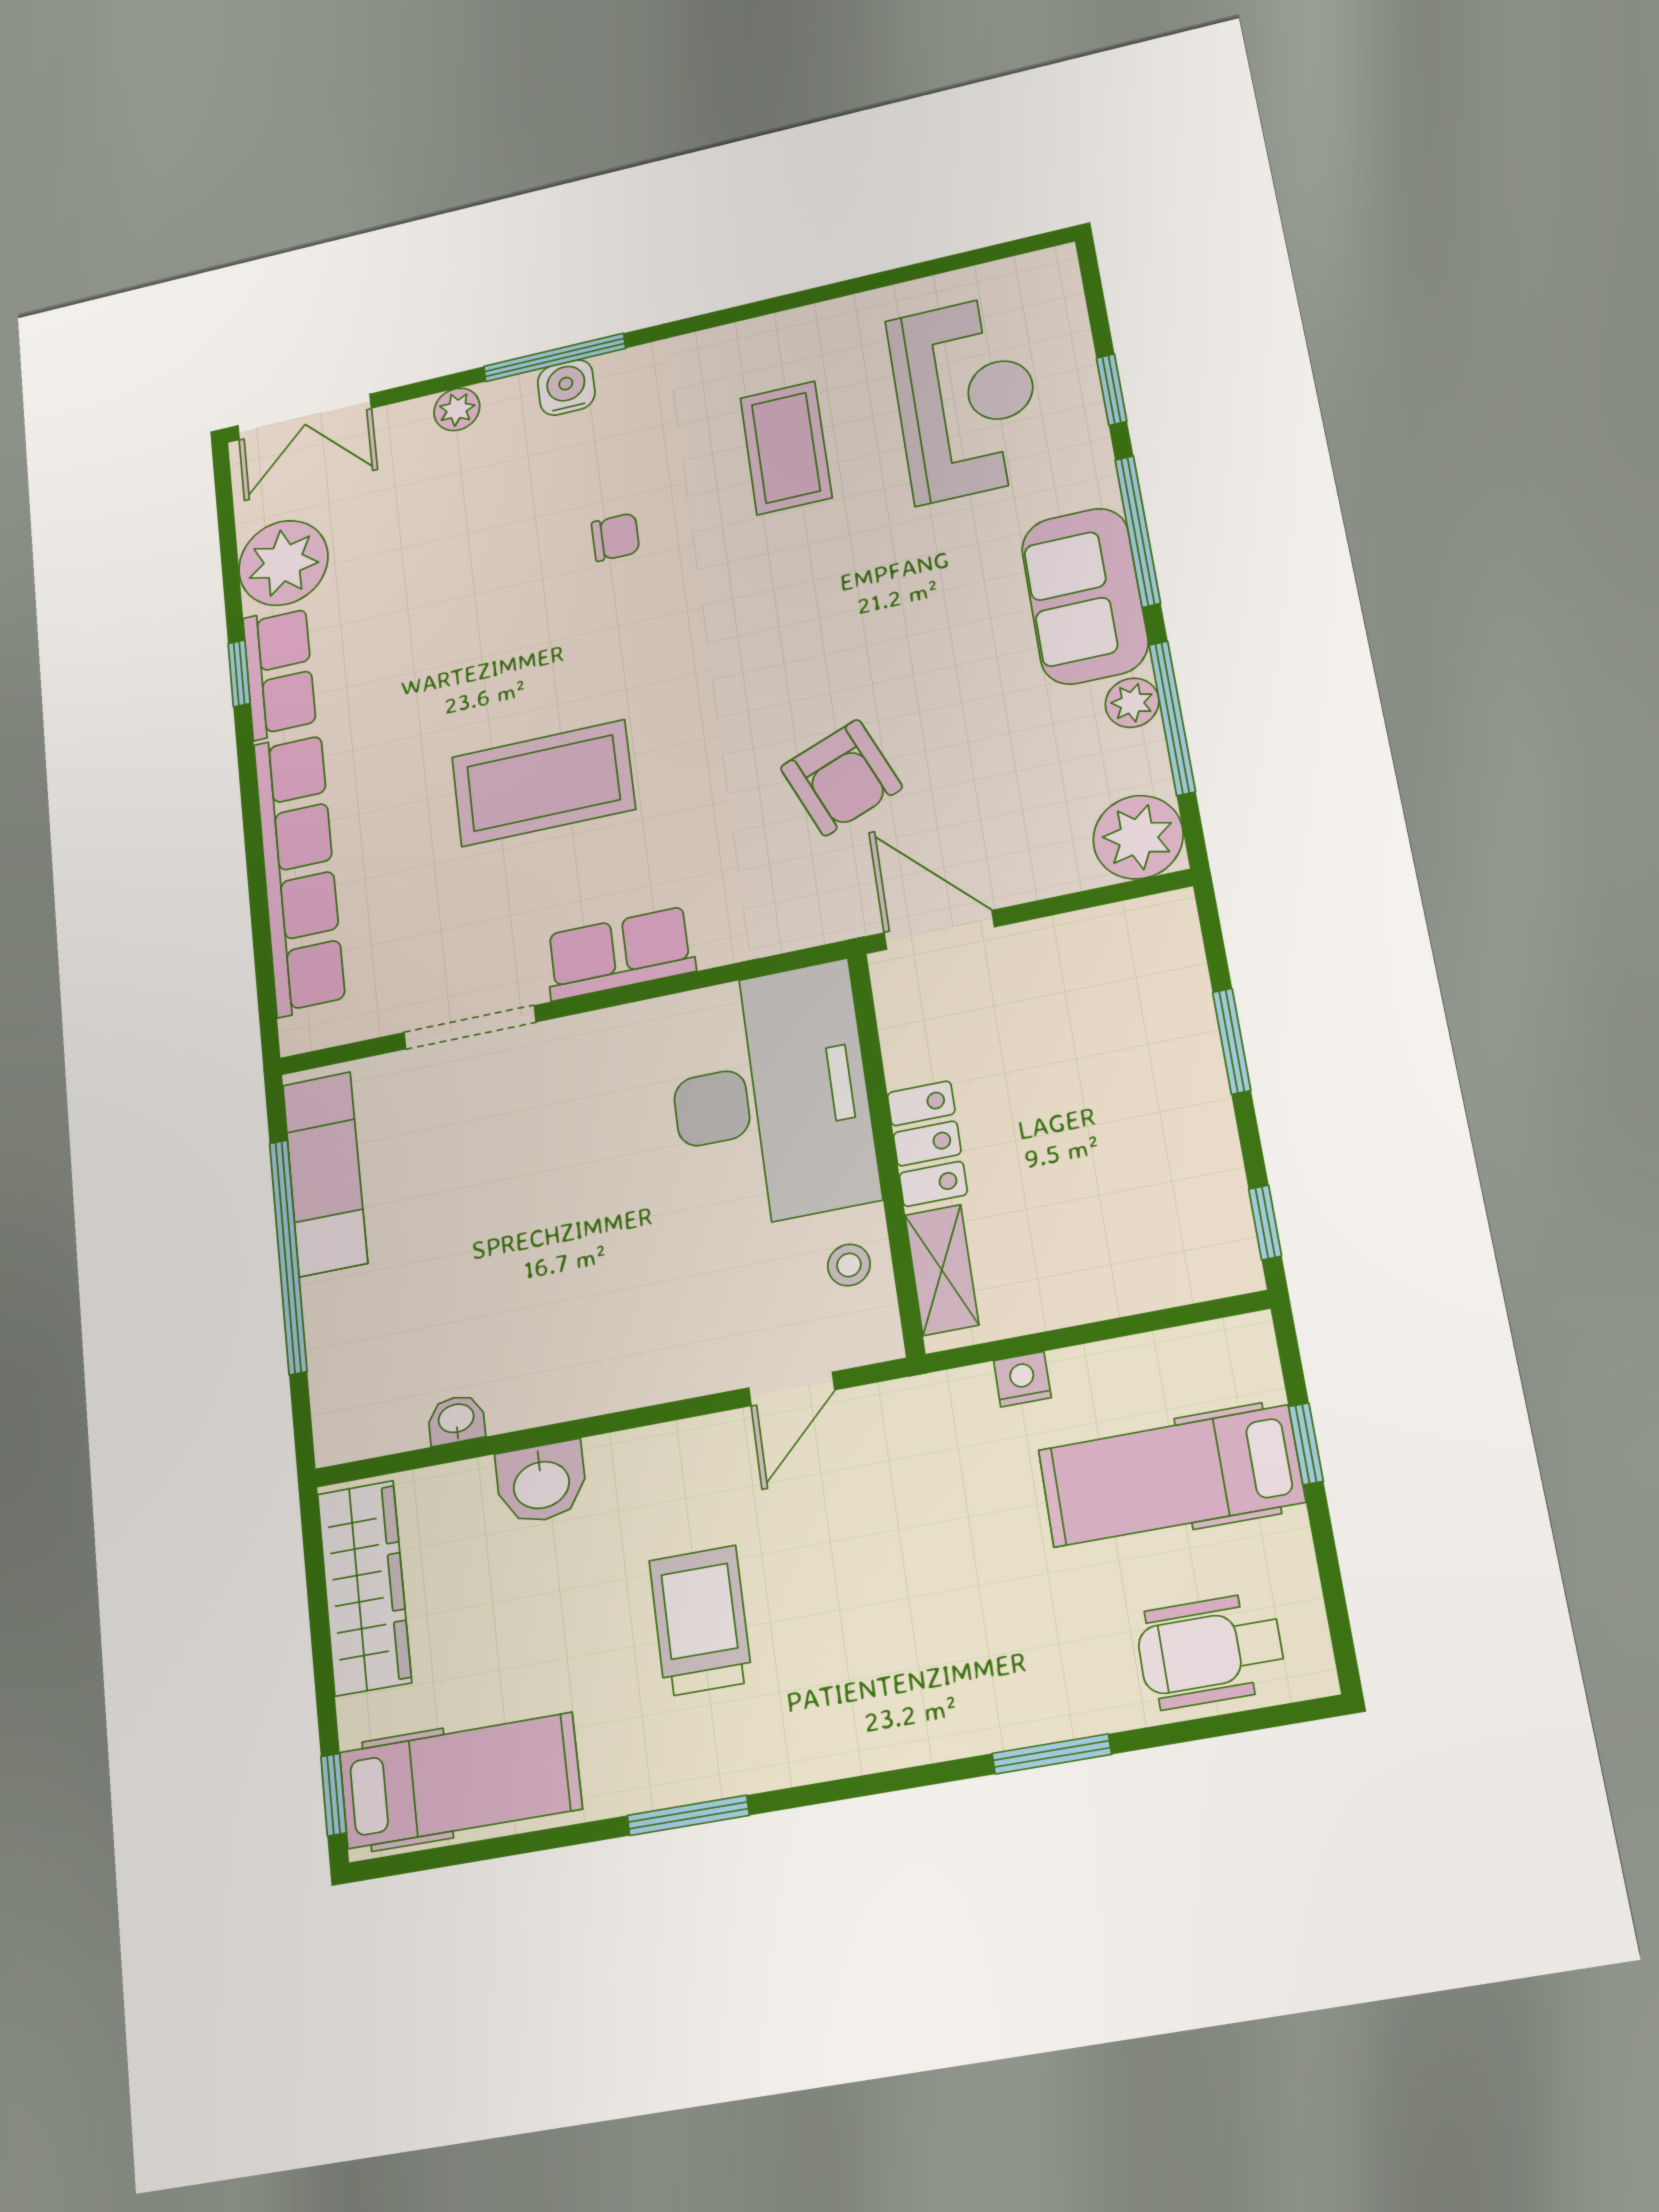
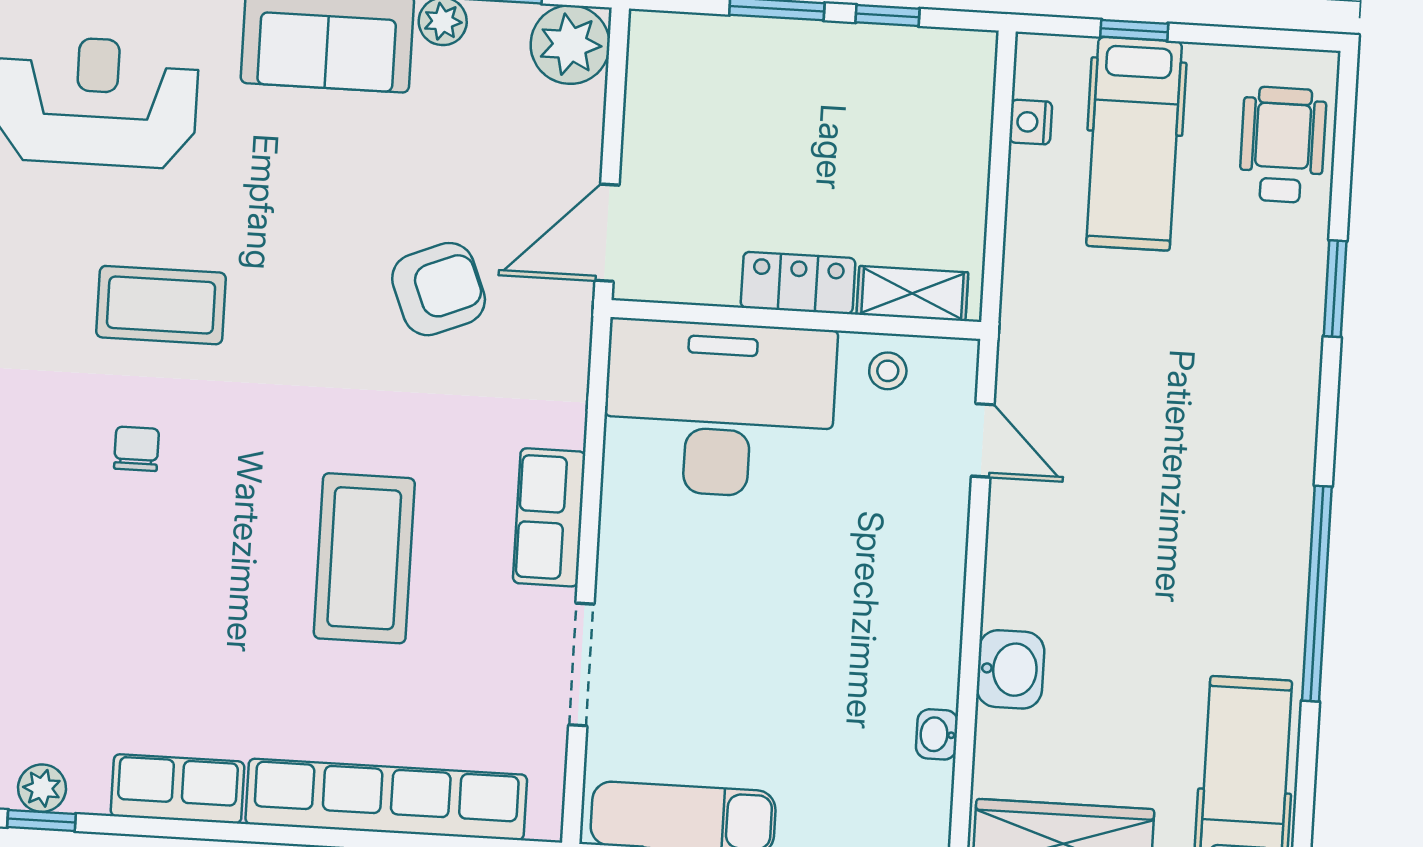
coffee table: (786, 448) -> (161, 305), moved
plant: (283, 563) -> (42, 788), width x0.53, depth x0.53
window: (239, 673) -> (41, 820), moved
window: (1265, 1223) -> (888, 16), moved
nightstand: (1022, 1379) -> (1031, 122), moved
trolley: (701, 1621) -> (1160, 554), removed
wheelchair: (1210, 1651) -> (1283, 145), turned 180
window: (688, 1815) -> (1317, 594), width x2.11

